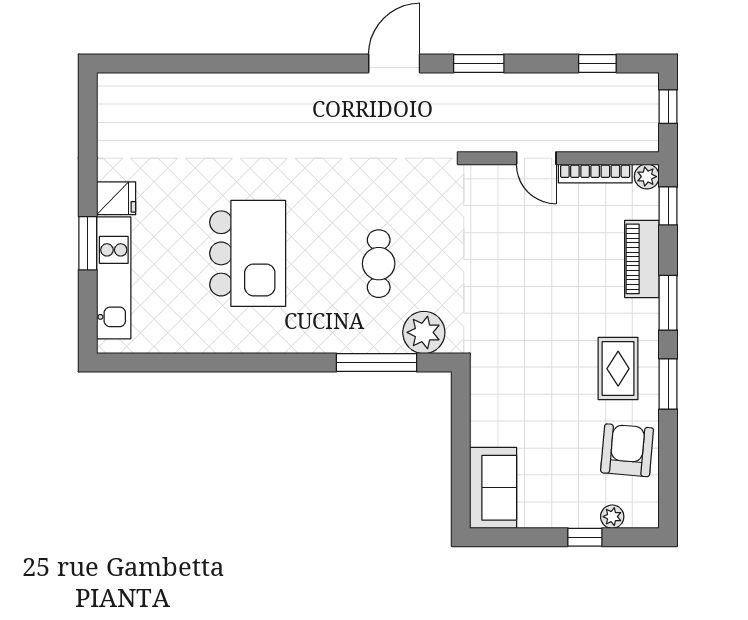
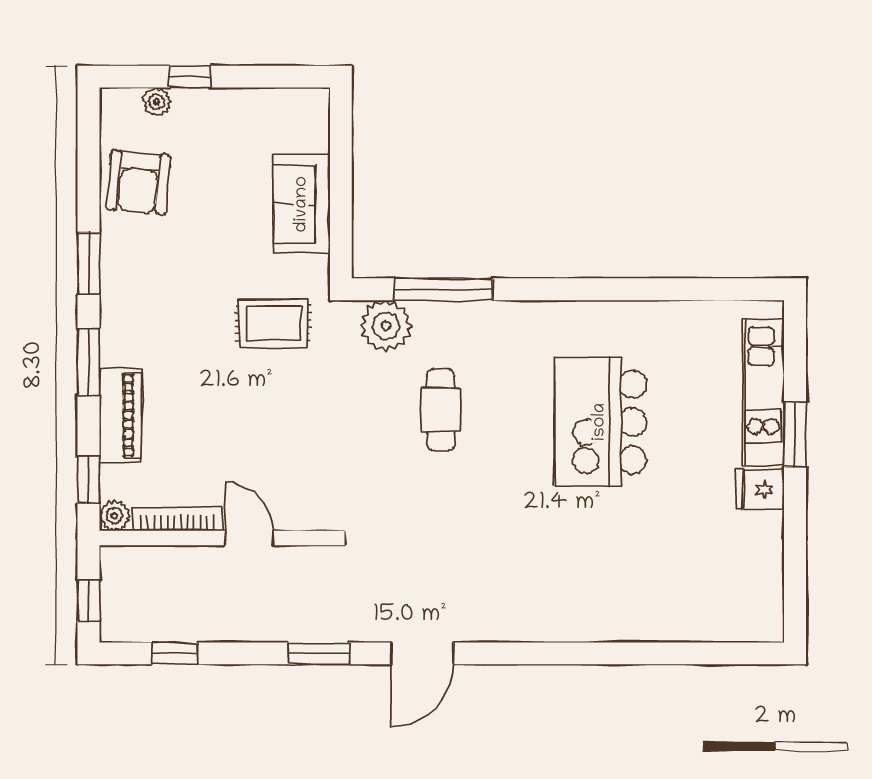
rug: (618, 369) -> (273, 323), moved, turned 90
sofa: (493, 488) -> (302, 204), moved

